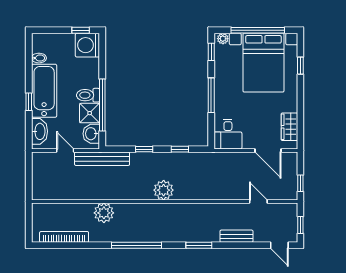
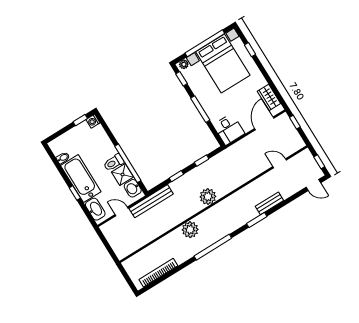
washing machine: (87, 45) -> (93, 121), width x0.53, depth x0.53
door: (268, 151) -> (264, 123), swing flipped
window: (300, 183) -> (295, 122), moved
plant: (104, 213) -> (190, 230), moved
bench: (236, 236) -> (269, 203), moved

